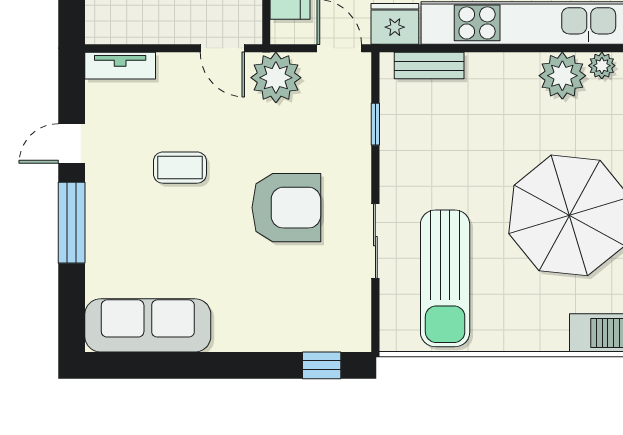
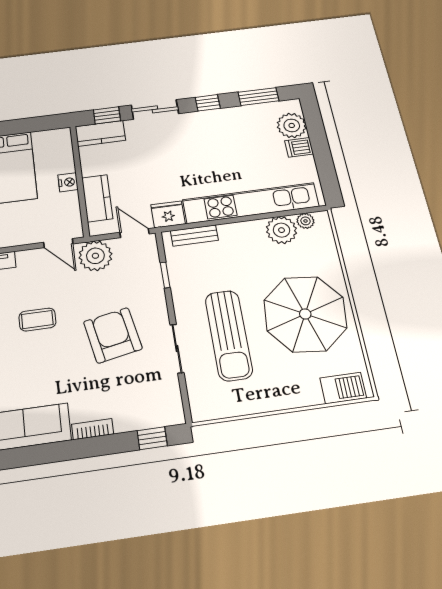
armchair: (286, 208) -> (113, 335), turned -101
sun lounger: (445, 278) -> (229, 335), moved
bookcase: (241, 341) -> (93, 429), added

